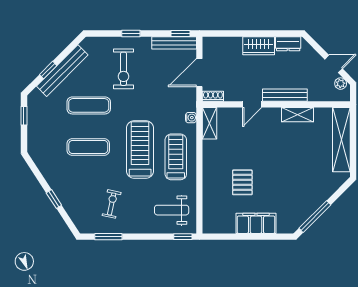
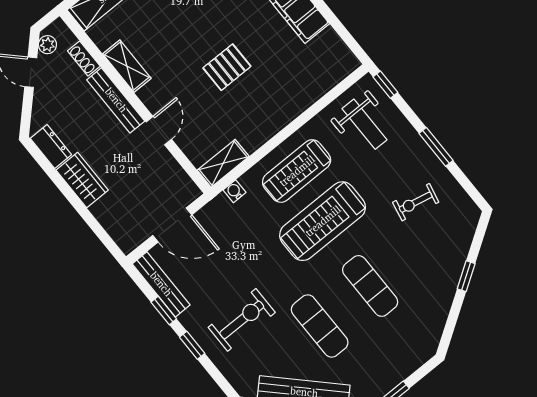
window: (181, 34) -> (164, 310), moved
shoe rack: (213, 96) -> (84, 59), moved
door: (252, 104) -> (159, 131), hinge flipped
pallet: (242, 182) -> (227, 67), moved
window: (108, 237) -> (436, 147), moved

